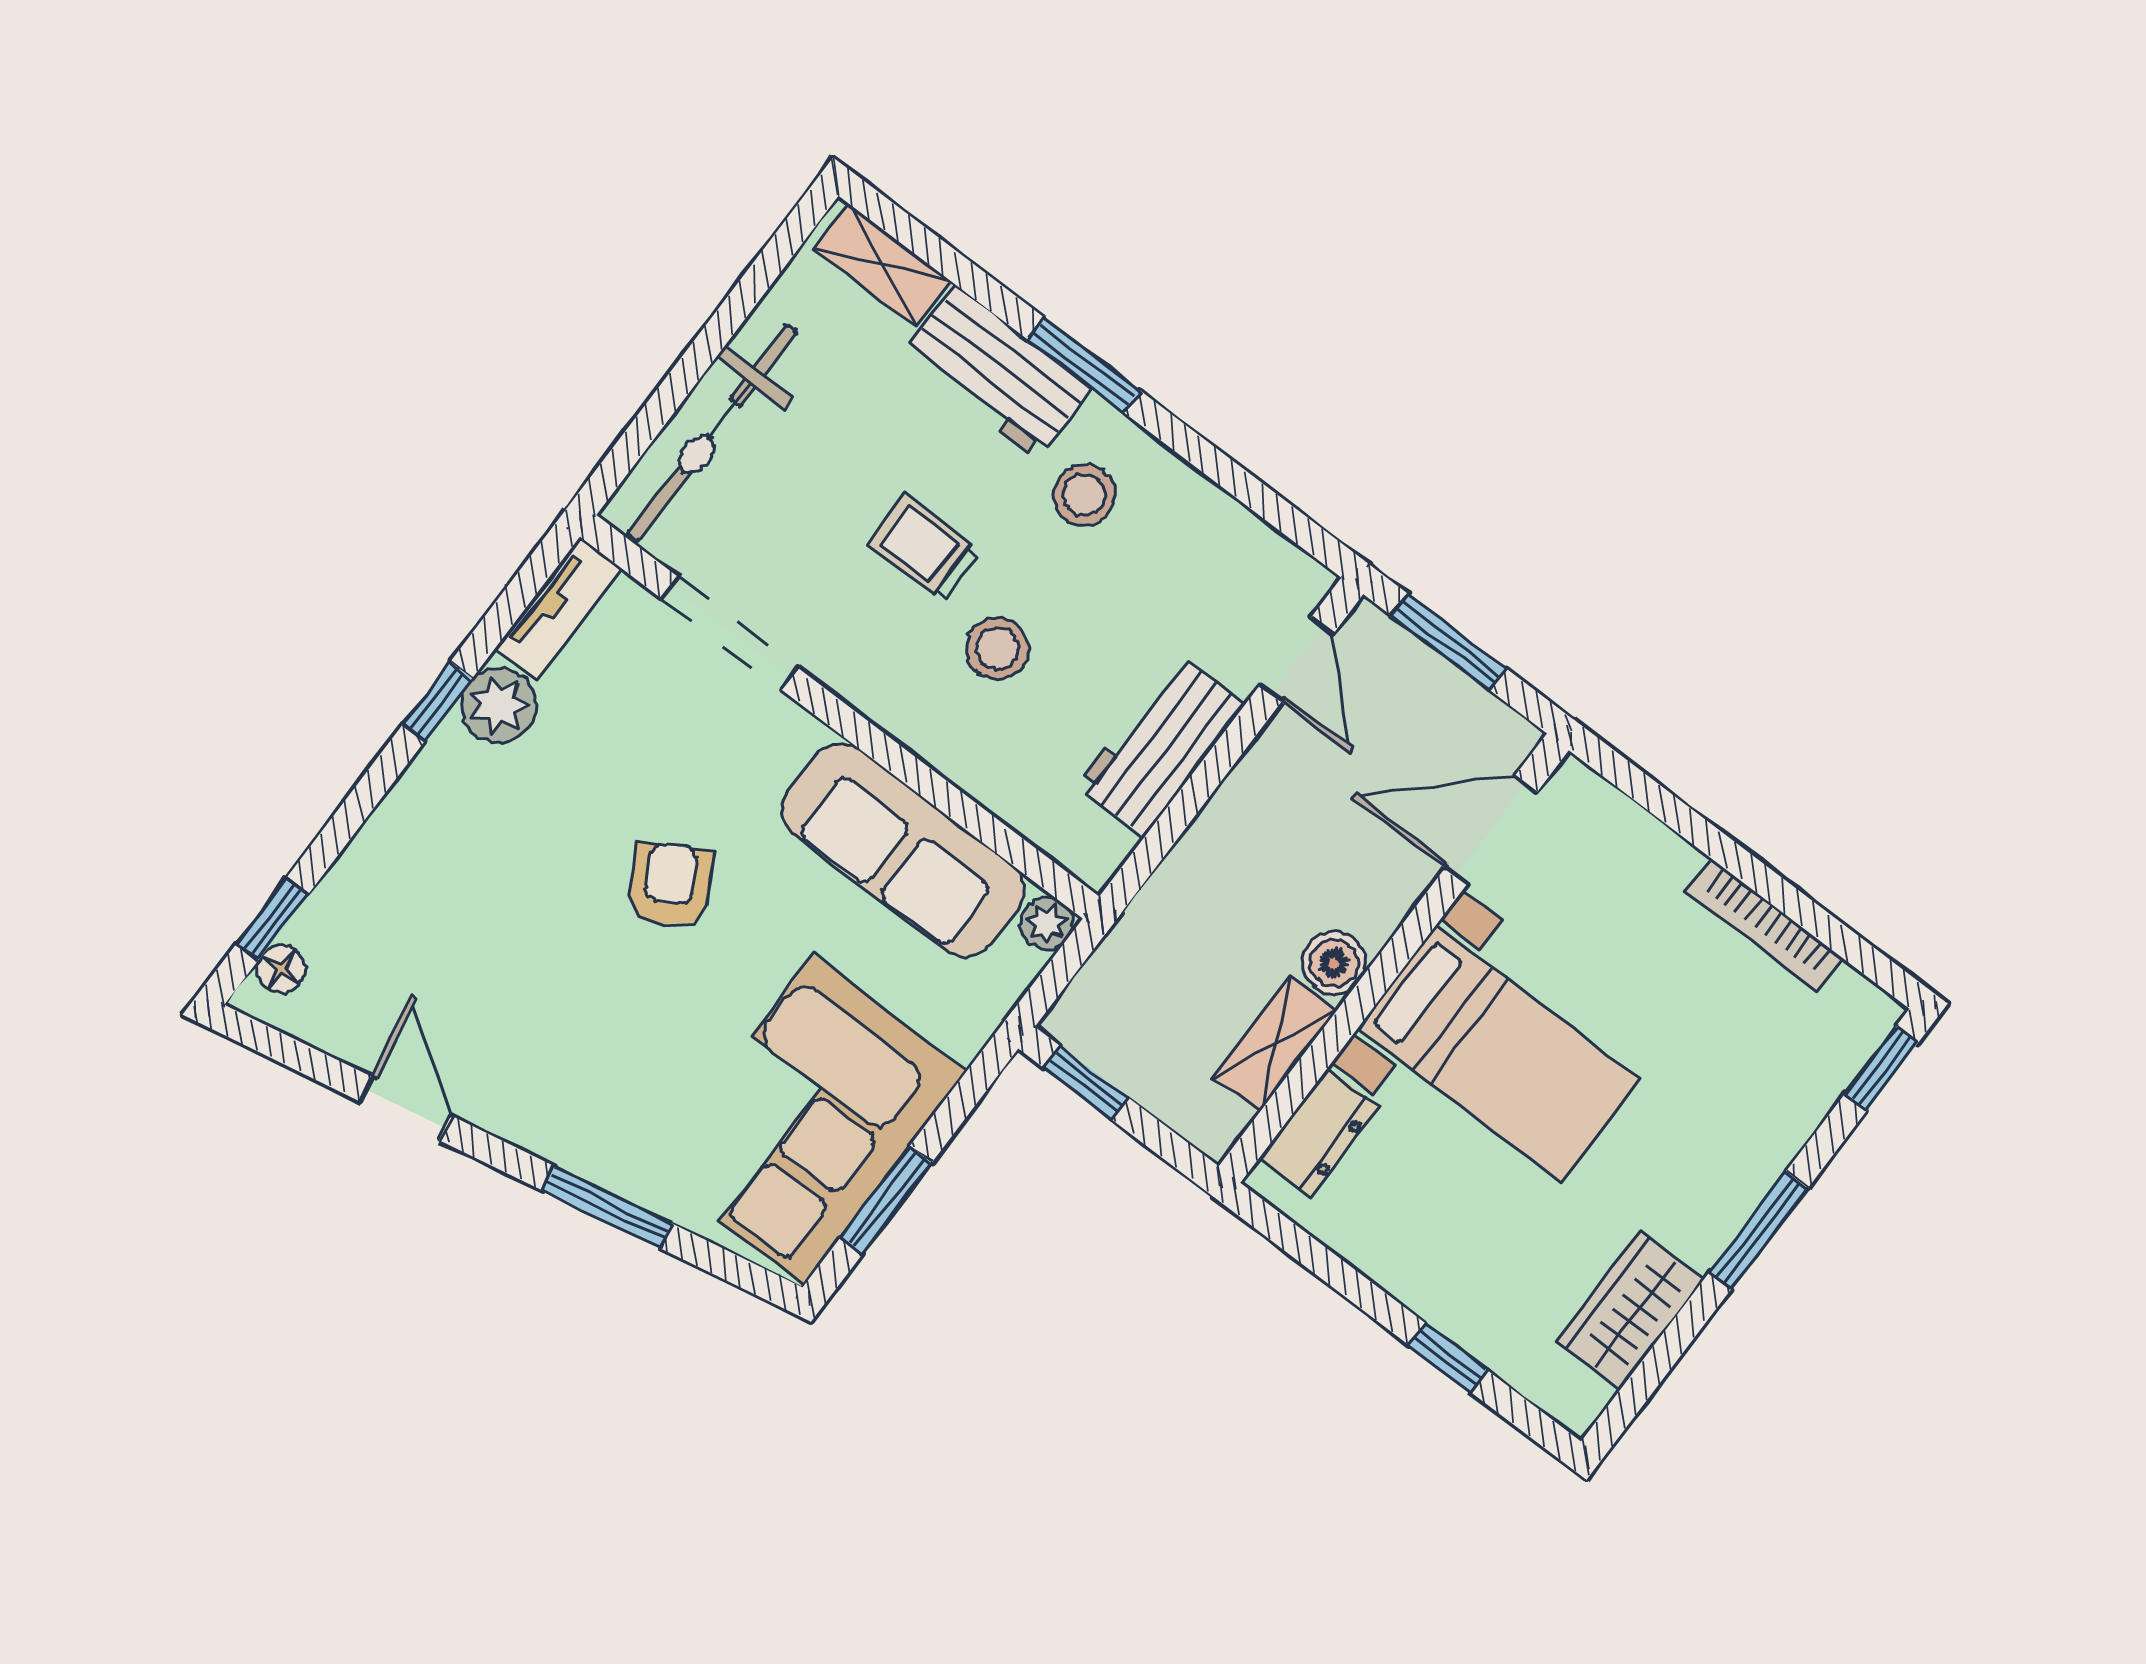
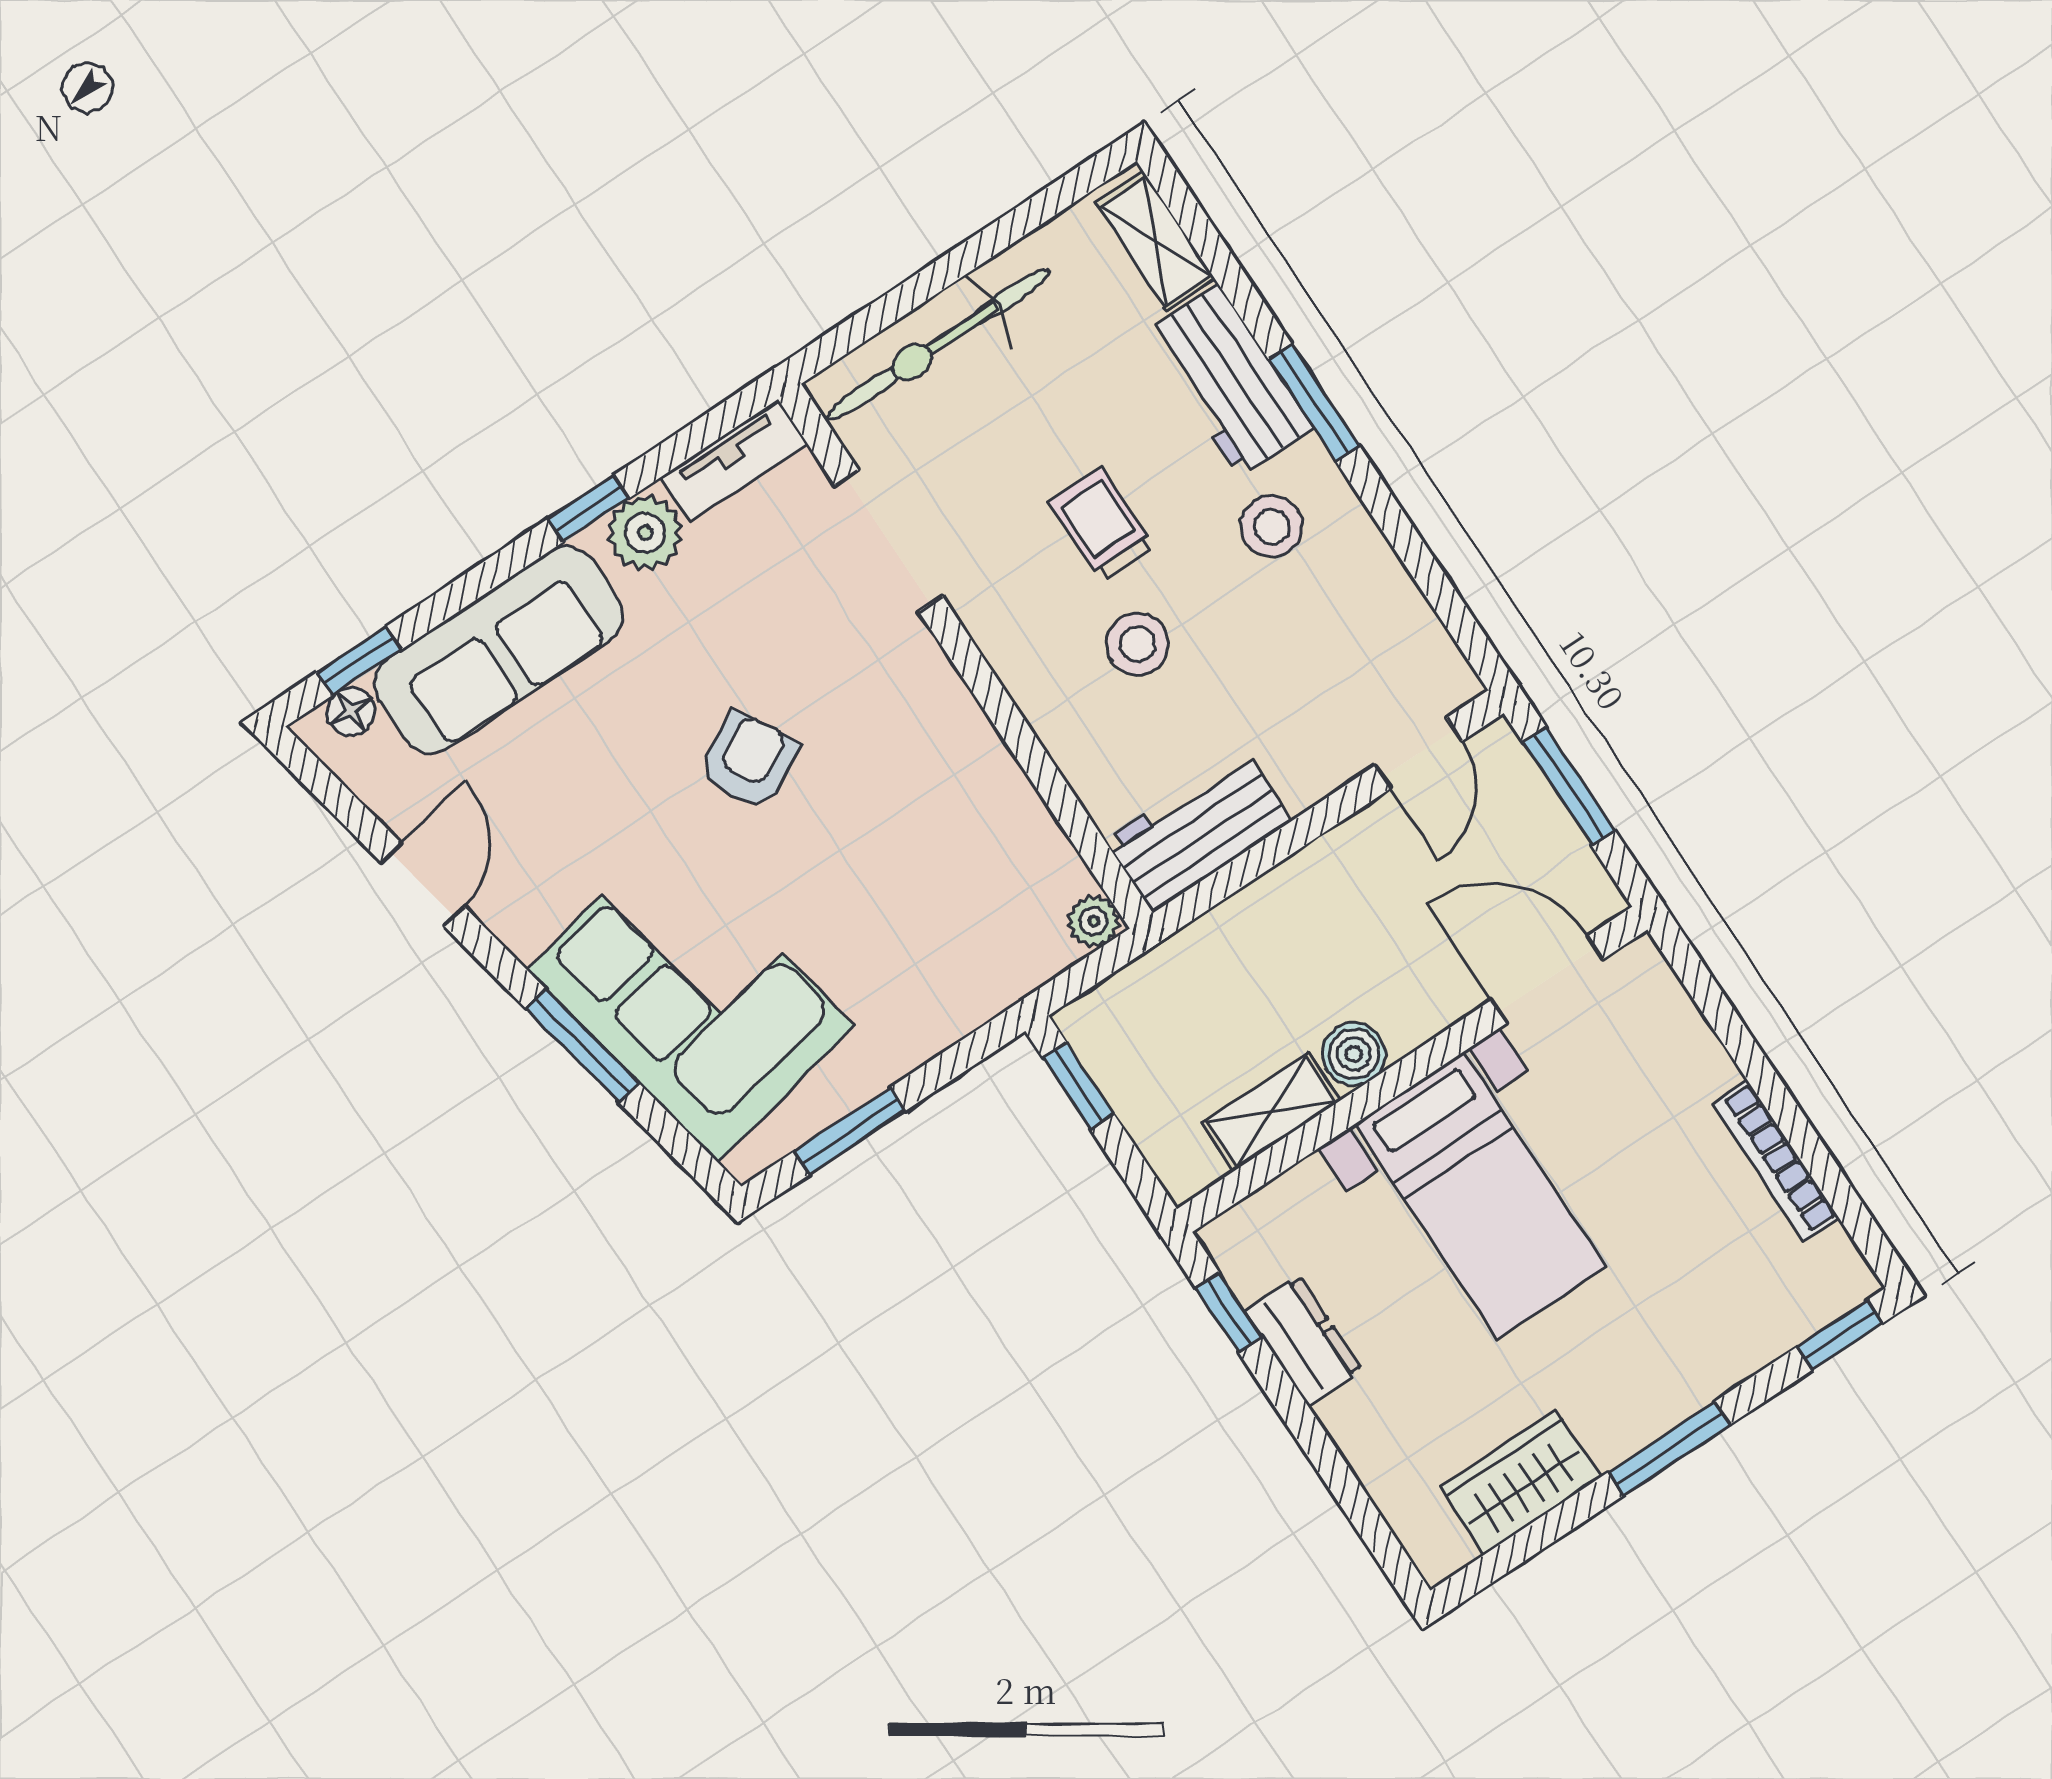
workbench: (1161, 745) -> (1199, 831), moved
sofa: (903, 850) -> (499, 650), moved, turned -90
corner sofa: (809, 1120) -> (691, 998), moved, turned 79
dresser: (1319, 1133) -> (1303, 1341), moved, turned -90
window: (1448, 1357) -> (1229, 1312), moved

